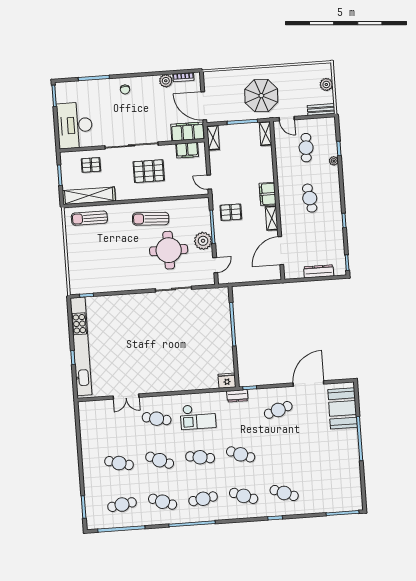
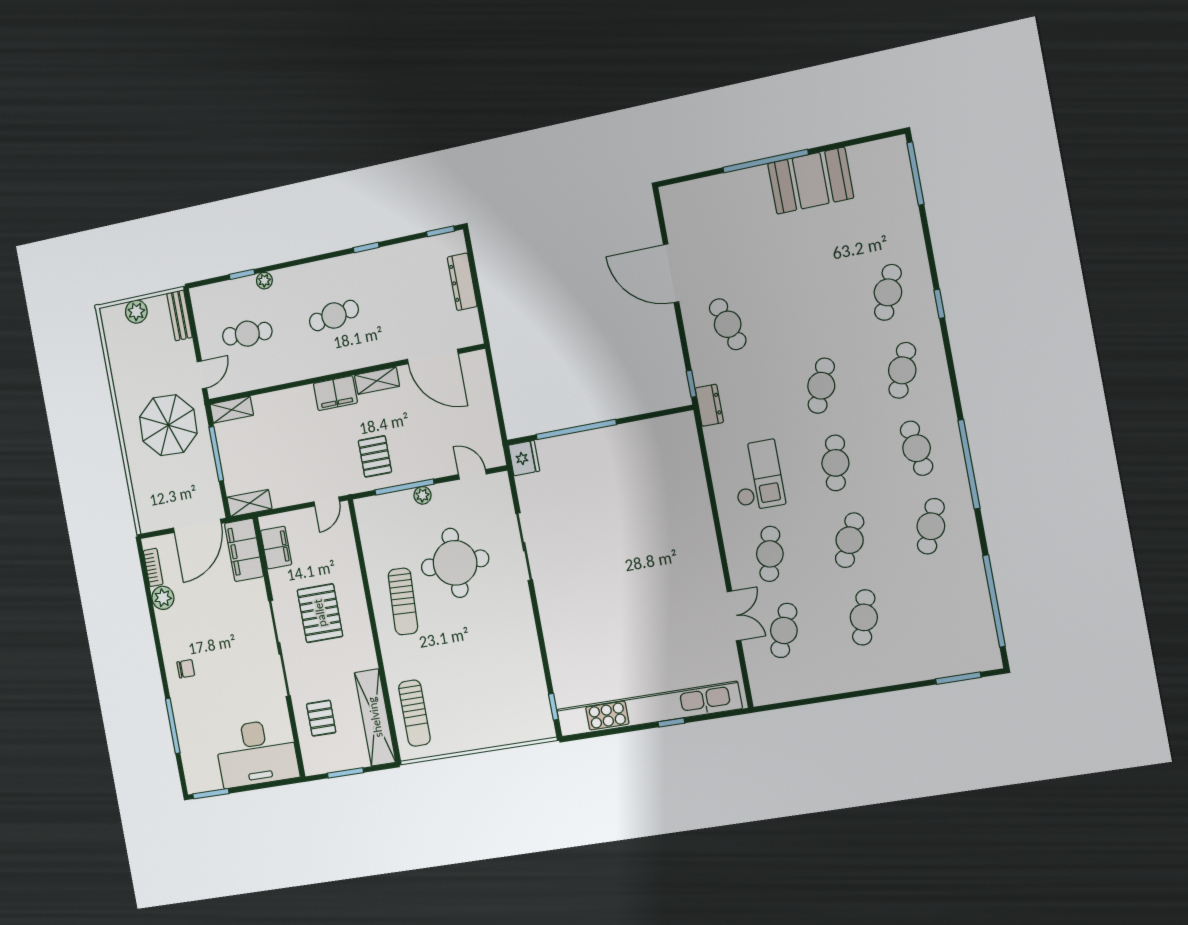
plant: (203, 241) -> (422, 495), width x0.53, depth x0.53
fridge: (227, 381) -> (524, 458), moved, turned 180
booth: (343, 408) -> (811, 181), moved
cafe table: (122, 505) -> (784, 630), moved, turned 30

